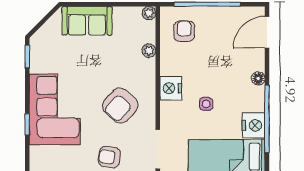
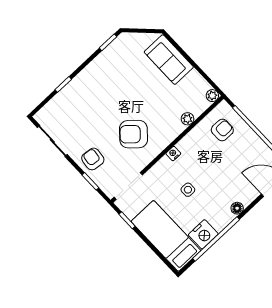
nightstand: (171, 88) -> (173, 154), width x0.53, depth x0.56
corner sofa: (55, 109) -> (90, 93), removed

